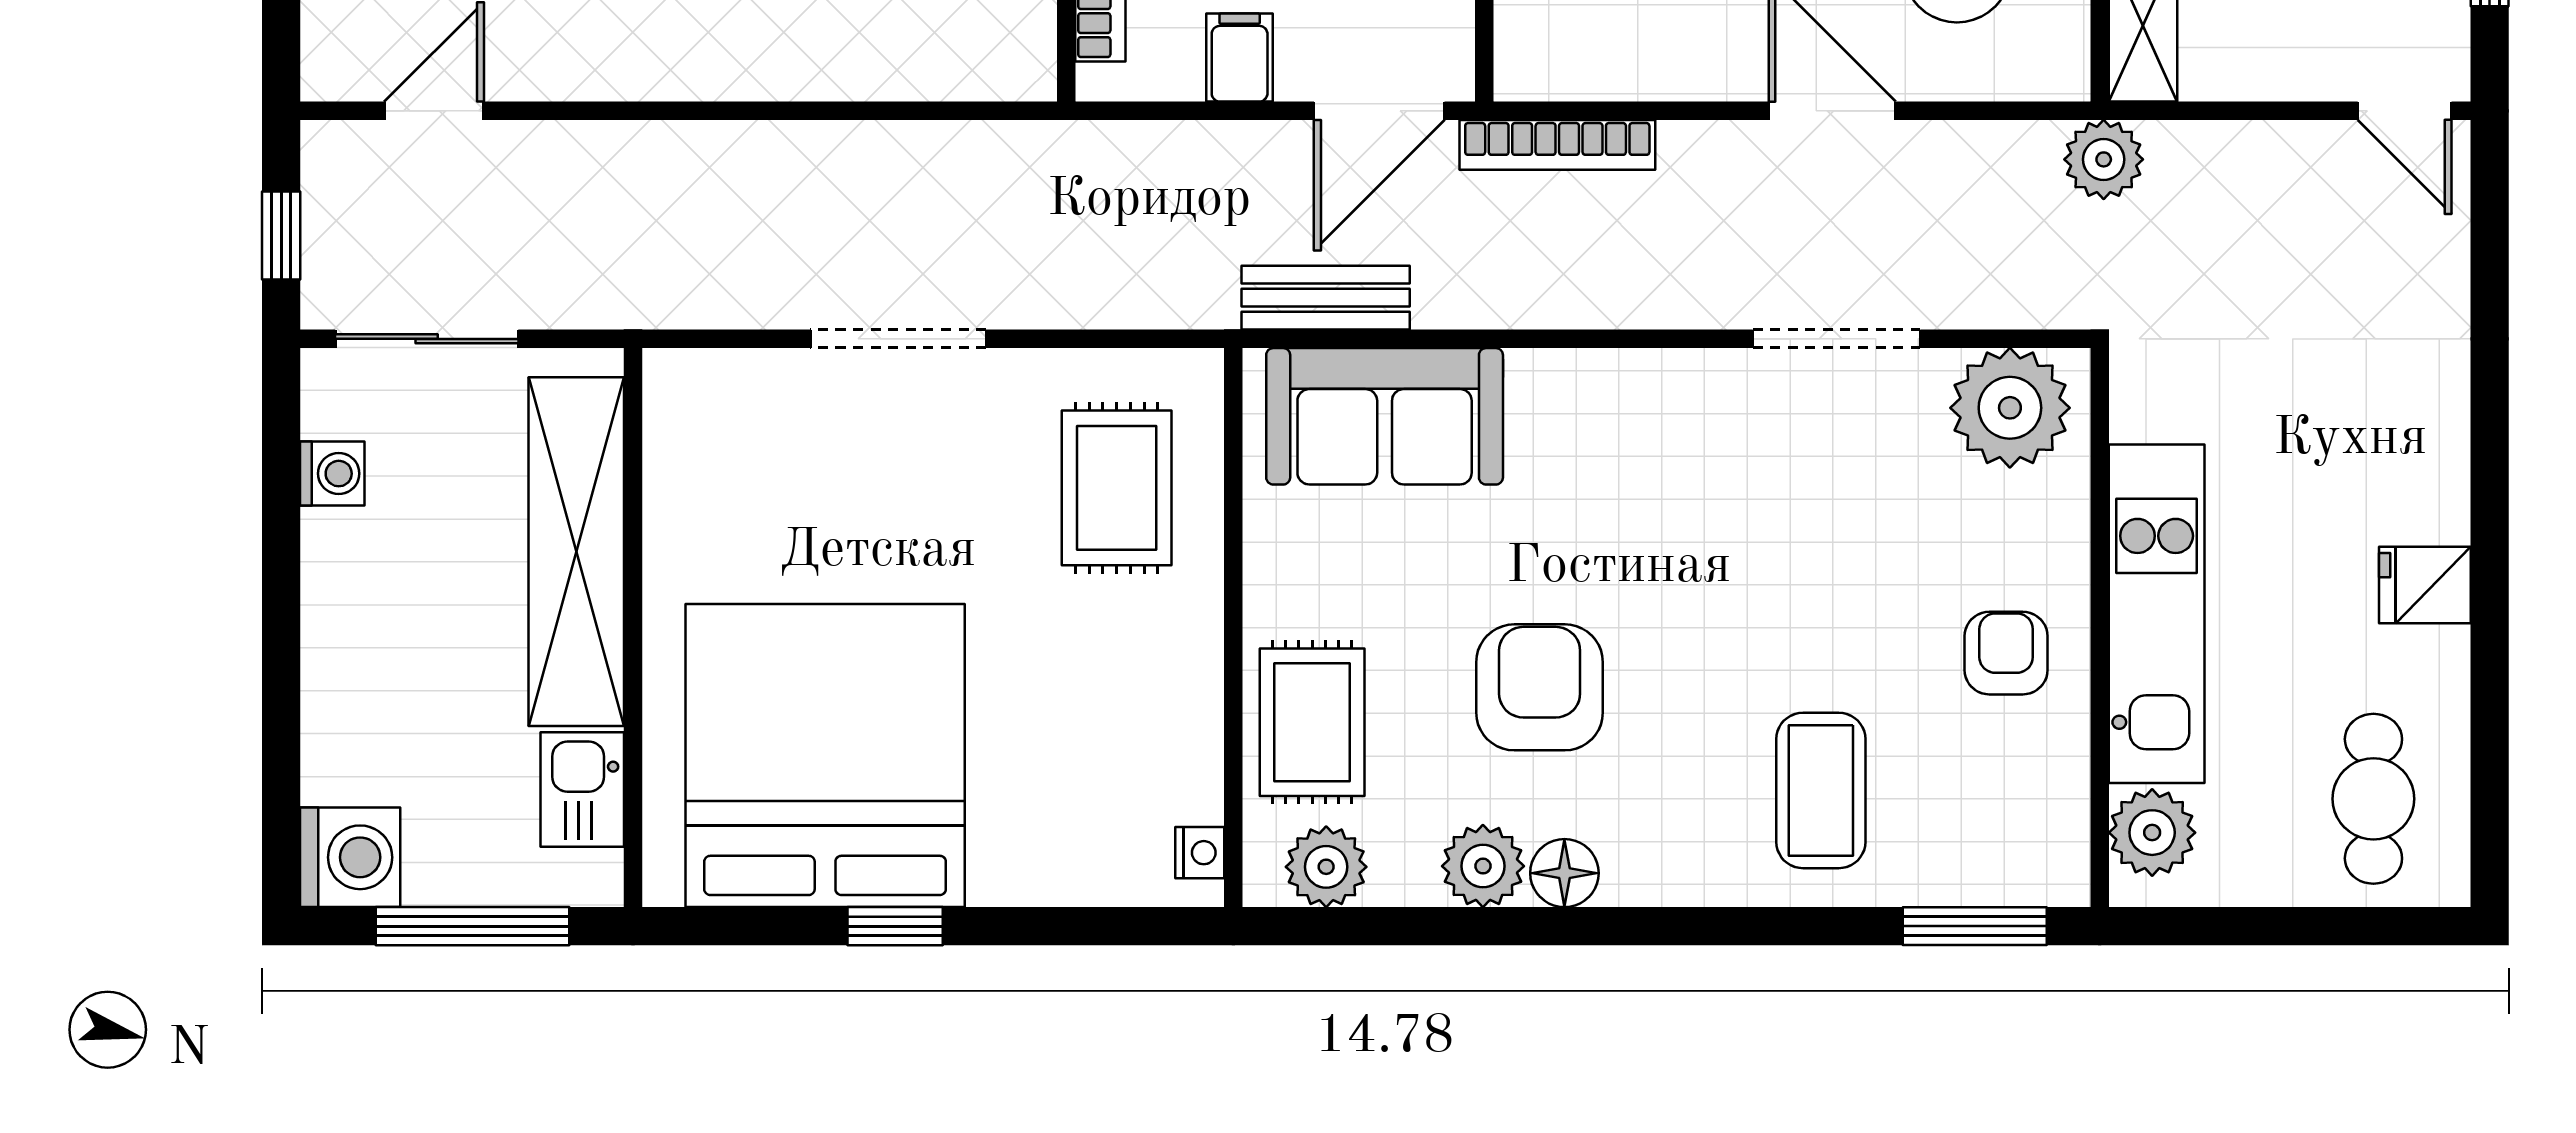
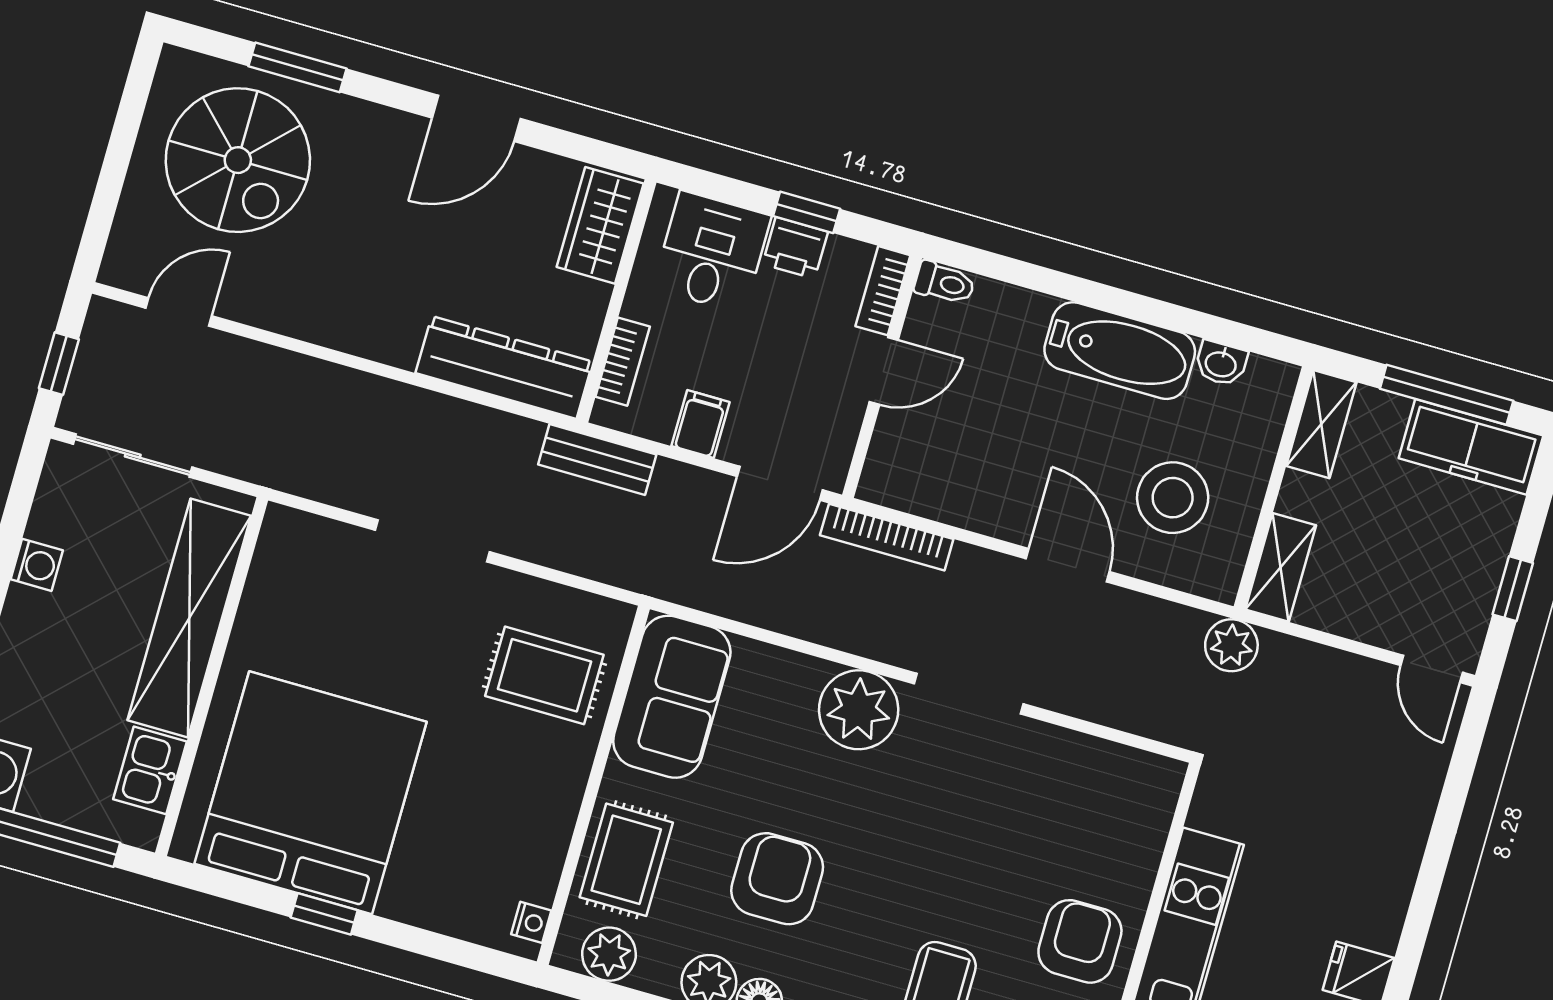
dresser: (930, 56) -> (504, 367), added
bench: (1326, 298) -> (597, 459), moved
doorway: (1836, 339) -> (969, 694), moved
plant: (2010, 408) -> (859, 710), moved
sofa: (1385, 416) -> (672, 697), moved, turned -90
washing machine: (332, 474) -> (37, 565), moved
rug: (1117, 488) -> (544, 675), turned 90
armchair: (2006, 653) -> (1080, 941), width x1.38, depth x1.38

